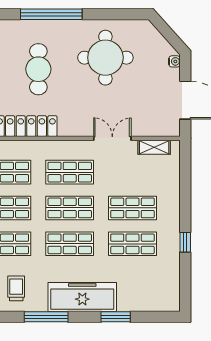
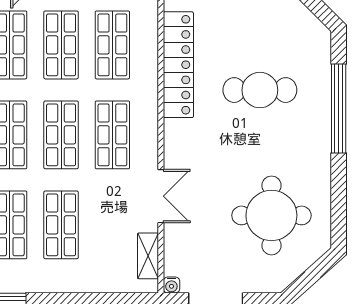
round table: (105, 58) -> (271, 215), moved
water cooler: (174, 61) -> (171, 285), moved

